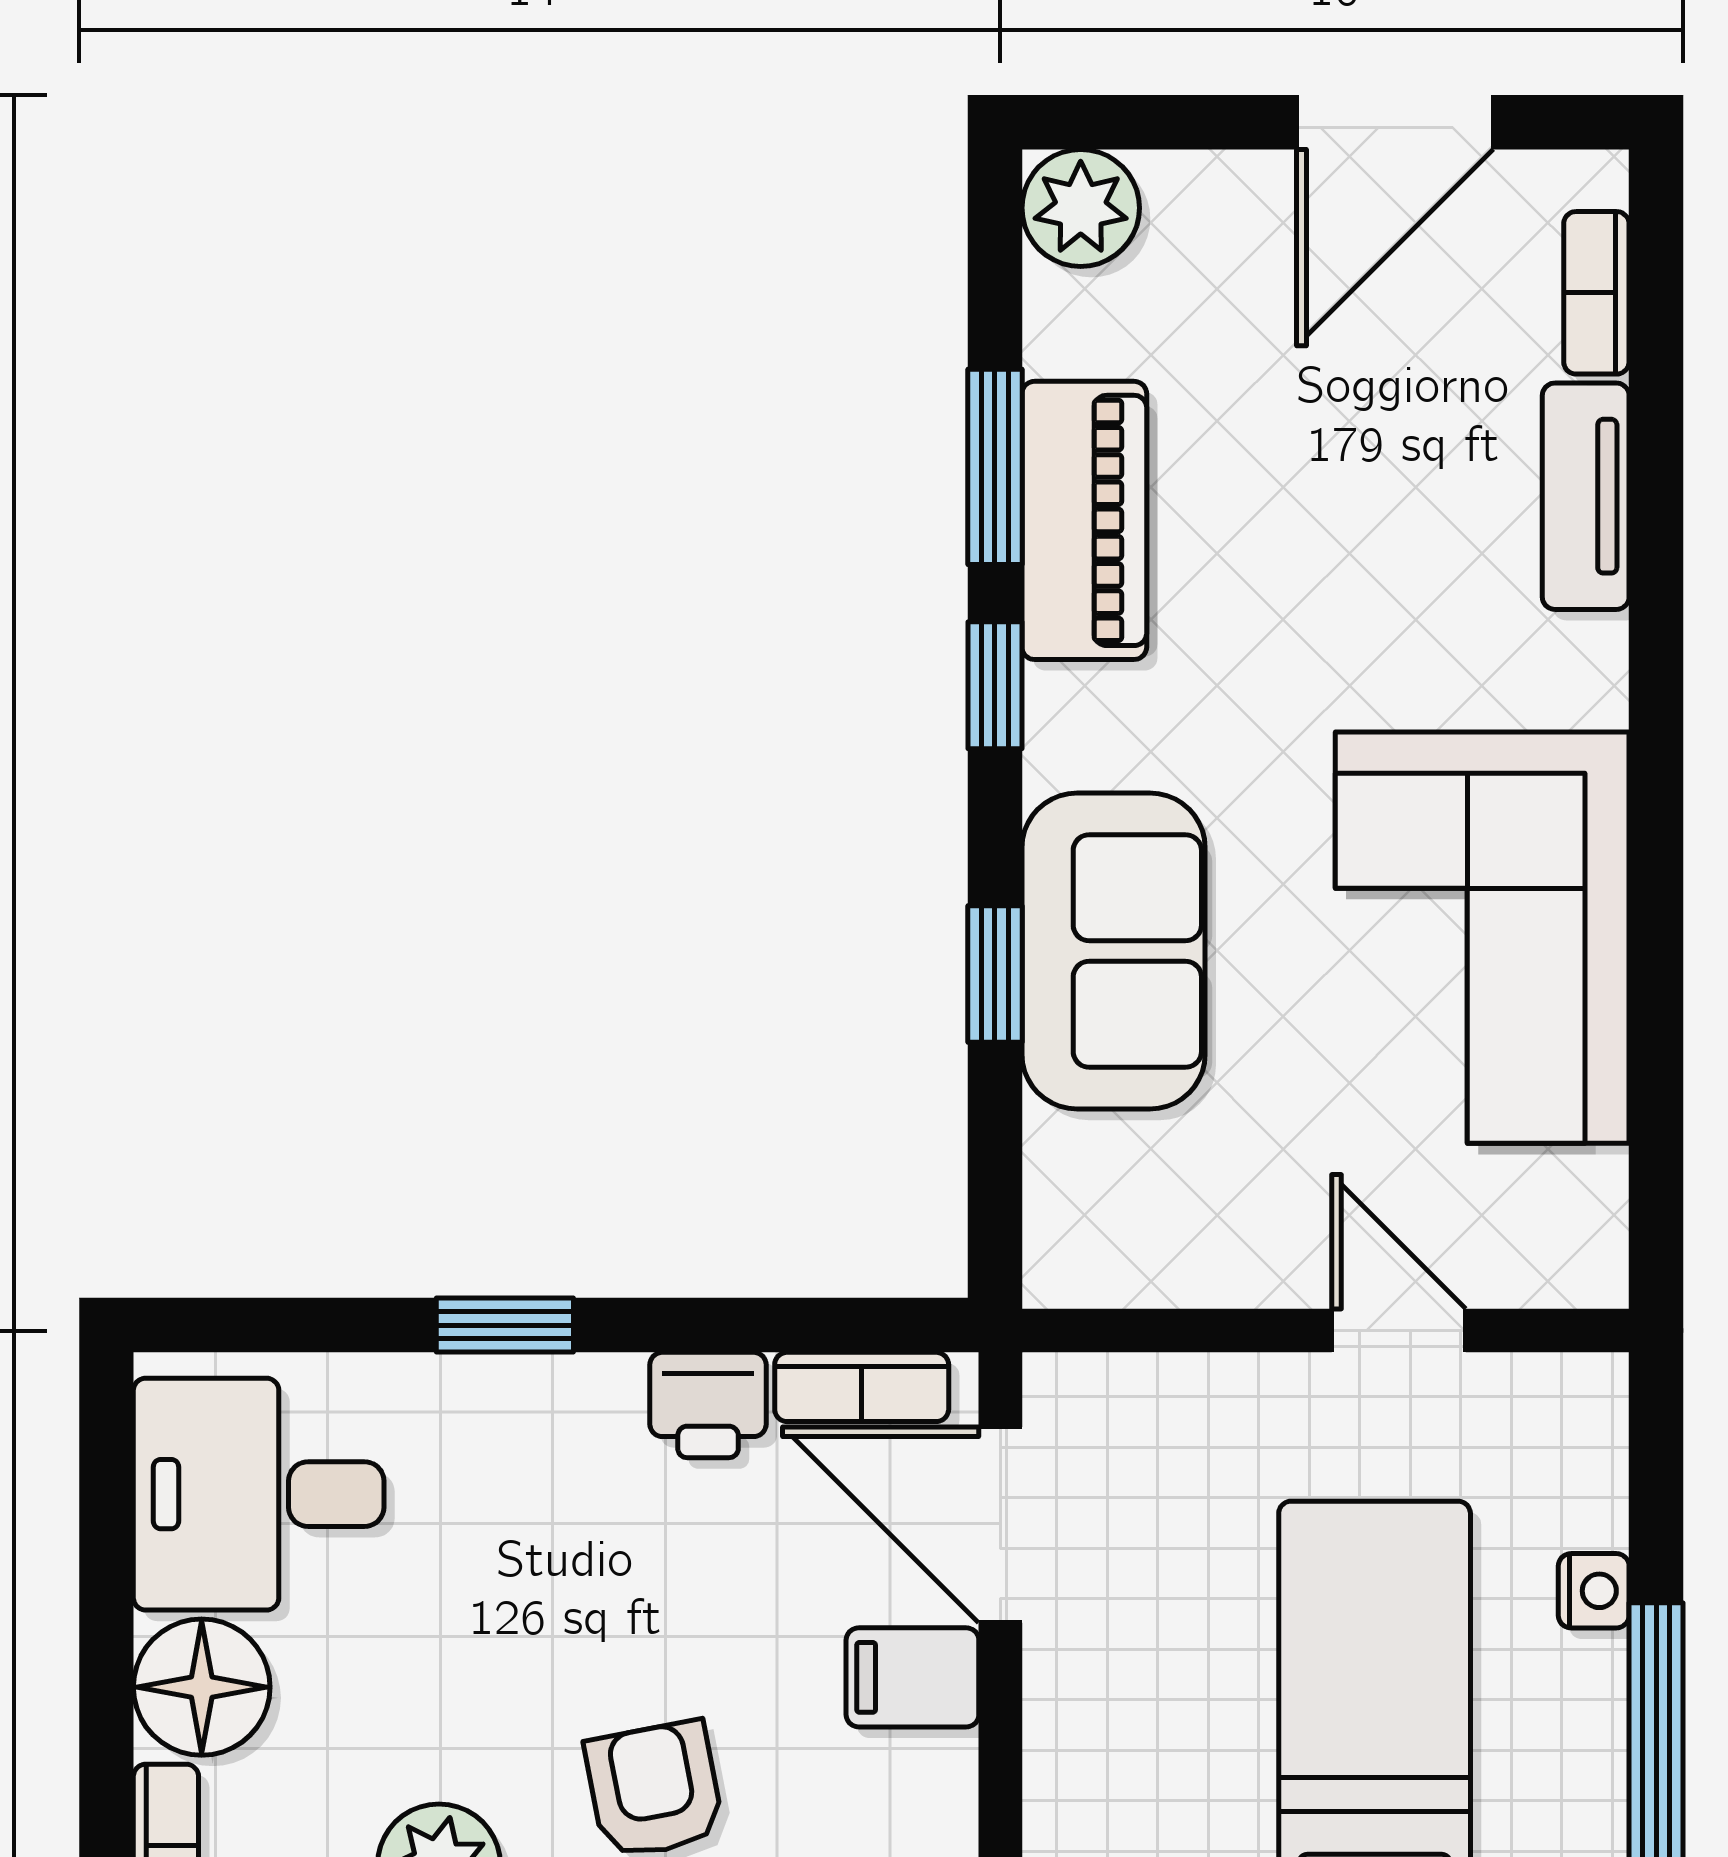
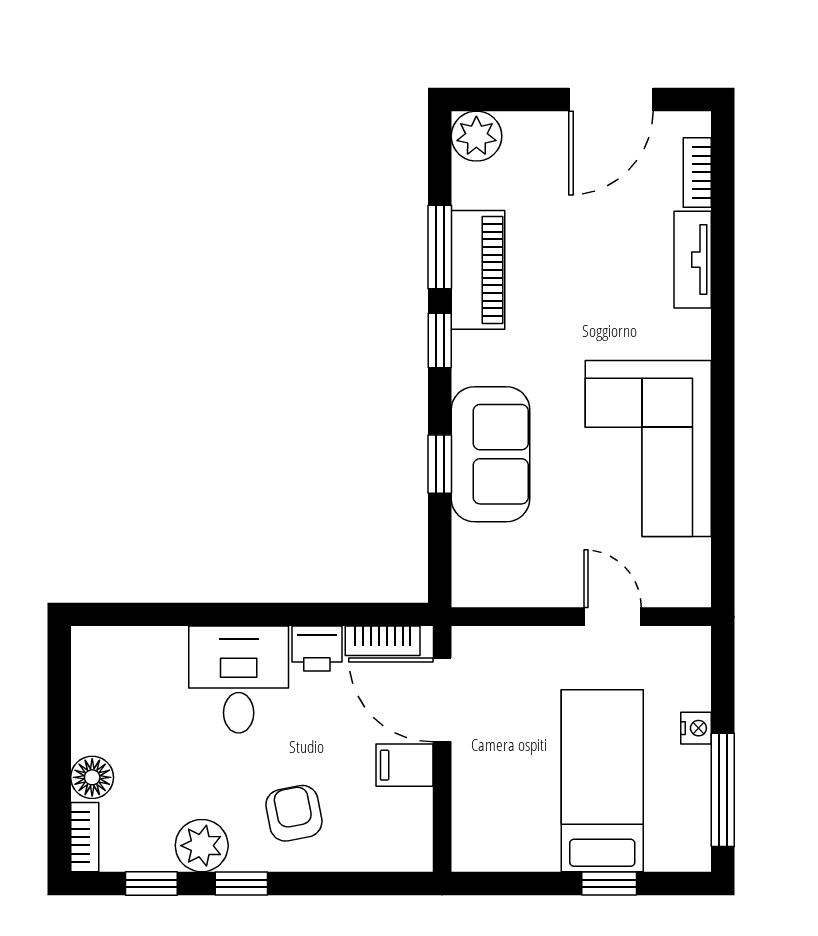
window: (505, 1325) -> (230, 614), removed
desk: (259, 1494) -> (239, 680), moved, turned 90
floor lamp: (202, 1687) -> (92, 777), width x0.73, depth x0.73

